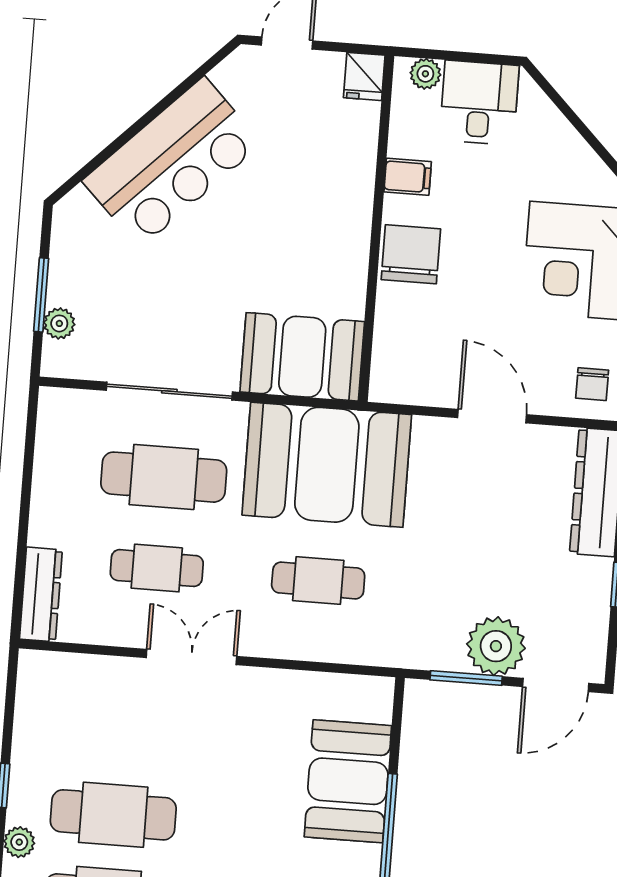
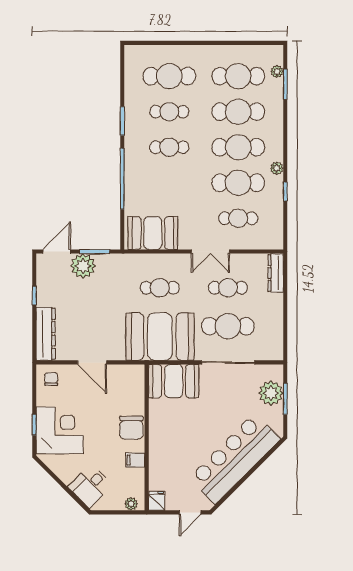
desk: (479, 103) -> (90, 486), moved, turned 45
bar counter: (172, 162) -> (235, 459), width x1.36
plant: (59, 323) -> (271, 393), width x1.88, depth x1.88
cafe table: (120, 731) -> (238, 218), added
booth: (348, 781) -> (153, 233), moved, turned 90

